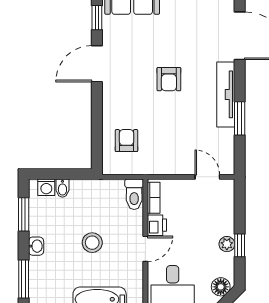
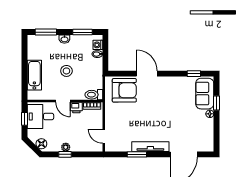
door: (97, 64) -> (147, 74), moved
armchair: (169, 79) -> (159, 114), removed
armchair: (126, 141) -> (124, 90), width x1.88, depth x1.88
door: (207, 177) -> (104, 136), swing flipped

